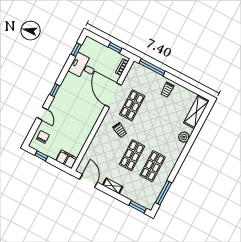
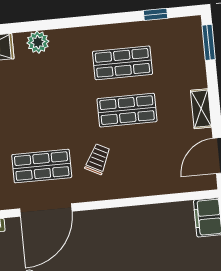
window: (164, 193) -> (155, 14), width x0.46

